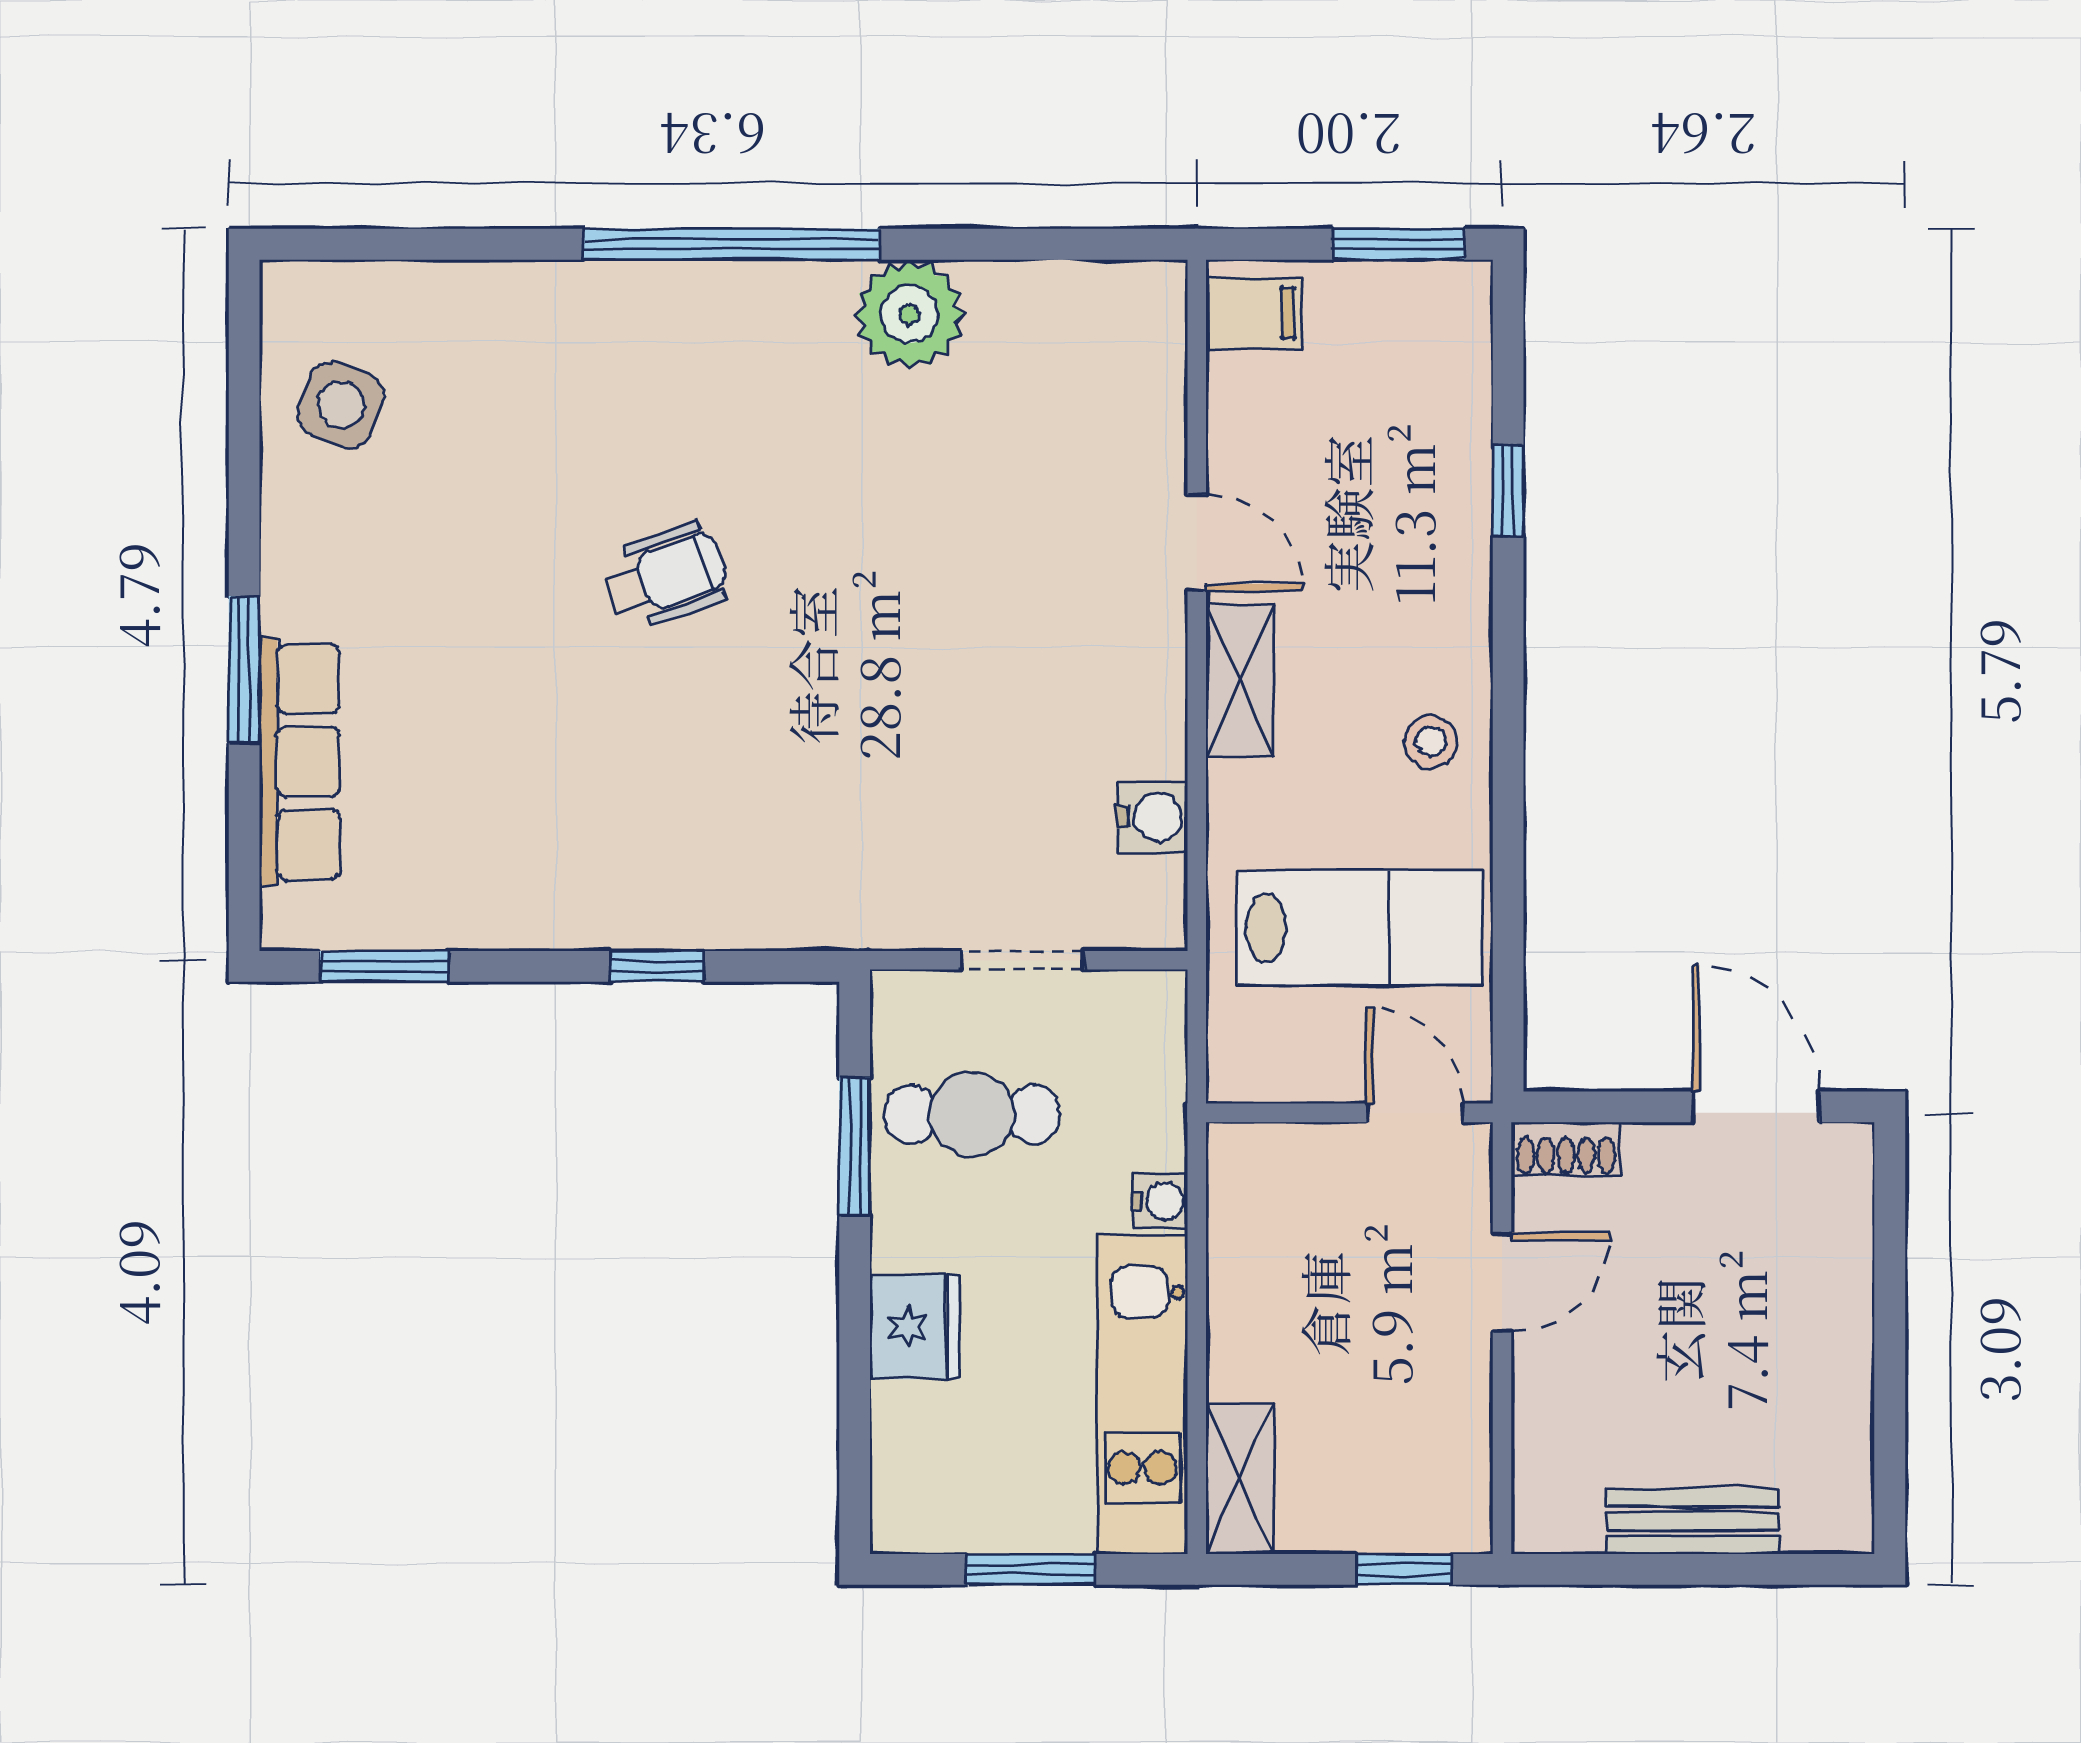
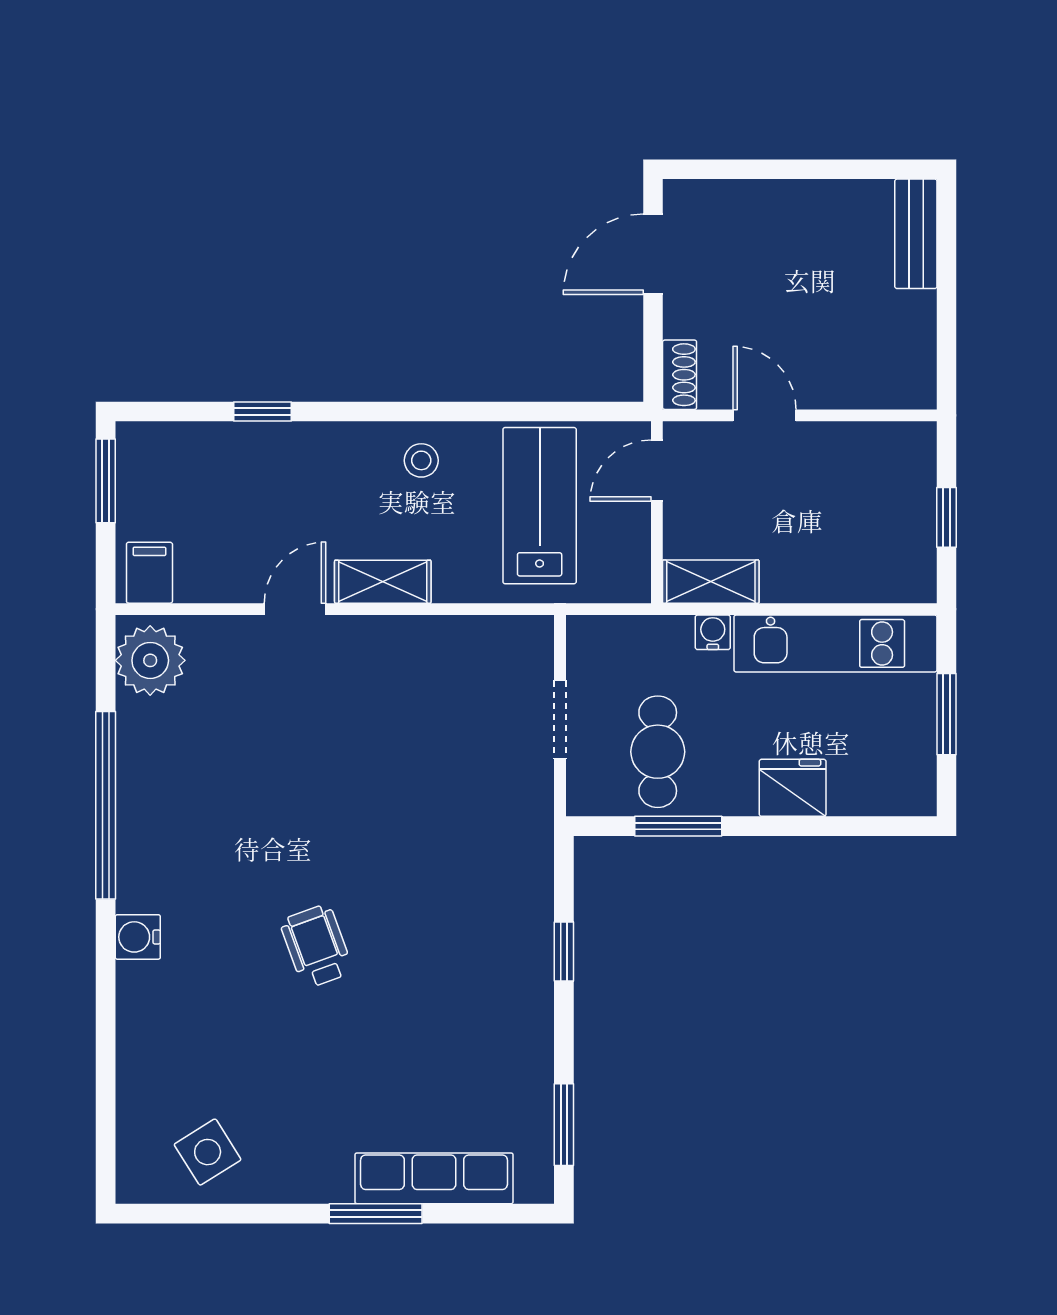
window: (731, 244) -> (106, 805), moved
plant: (910, 314) -> (150, 660), moved
side table: (341, 405) -> (208, 1152), turned 37
water cooler: (1152, 817) -> (138, 937), moved, turned -90
shelving: (1240, 1478) -> (711, 582), moved
bench: (1693, 1521) -> (916, 234), moved
window: (1404, 1569) -> (947, 517), moved

